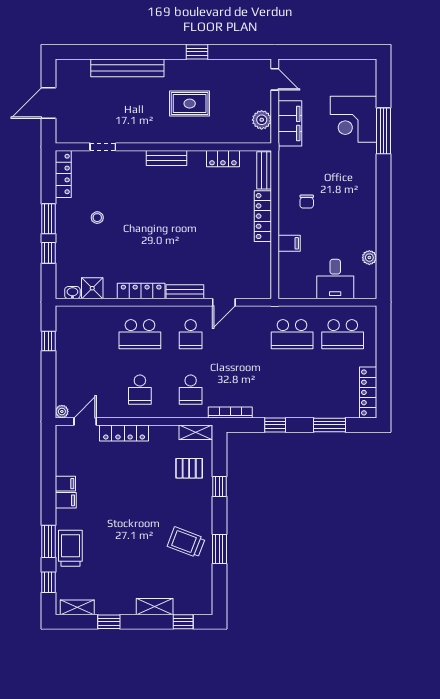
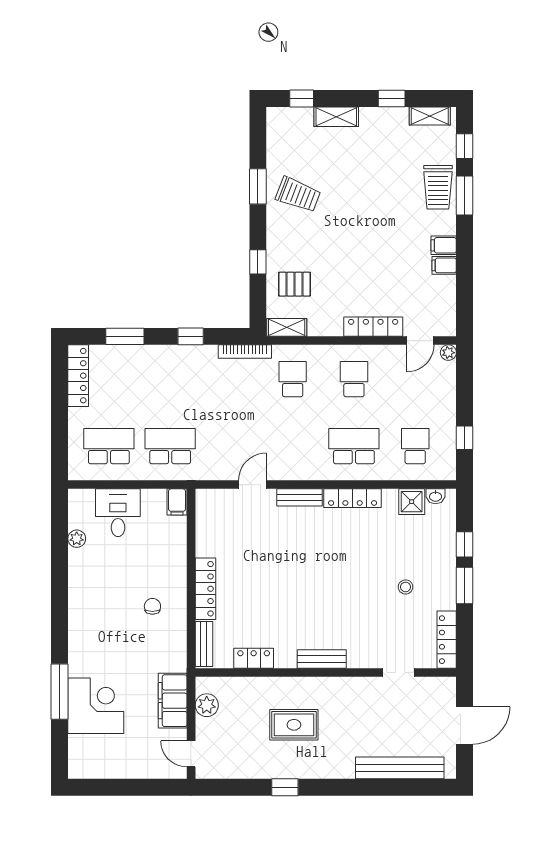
bench: (127, 68) -> (400, 768), moved
filing cabinet: (289, 243) -> (177, 502), moved, turned -90
school desk: (191, 334) -> (415, 446), moved

